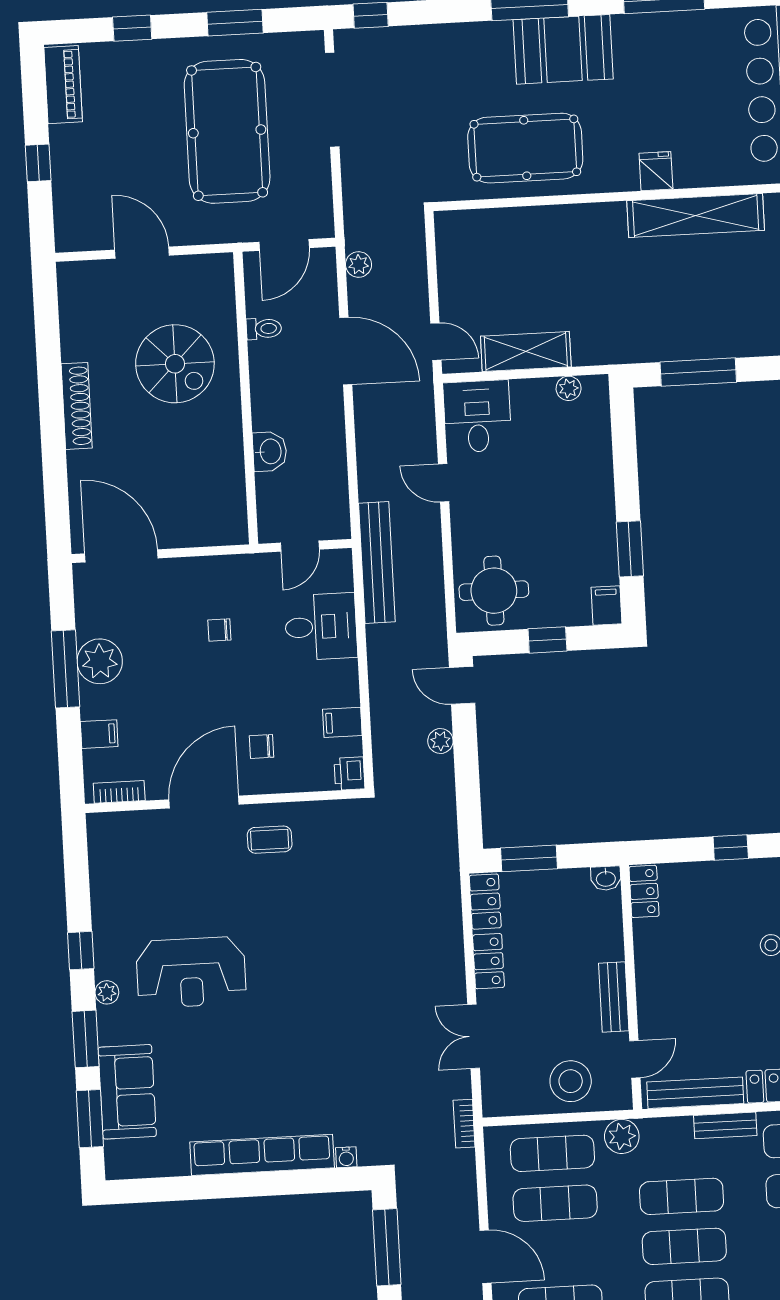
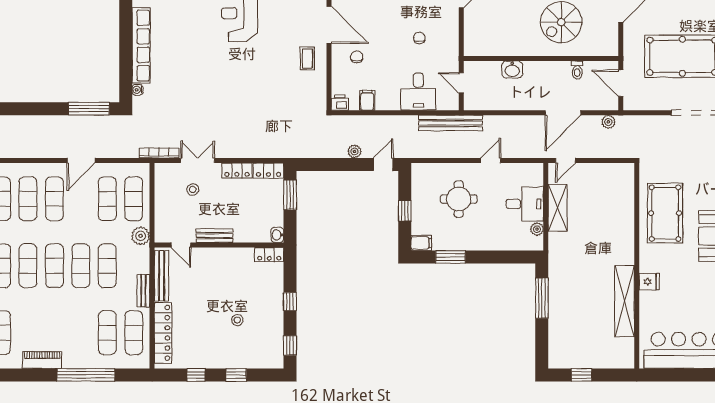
desk: (477, 416) -> (525, 204), moved
round table: (494, 591) -> (459, 199), moved
stool: (571, 1081) -> (193, 190), moved, width x0.53, depth x0.53
bookcase: (464, 1124) -> (159, 153), width x1.56

